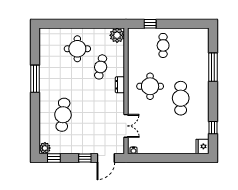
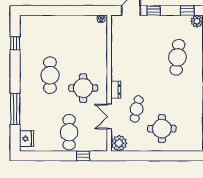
cafe table: (163, 45) -> (69, 132), width x1.37, depth x1.35
double door: (126, 126) -> (109, 117), moved
fridge: (202, 146) -> (26, 139), moved

